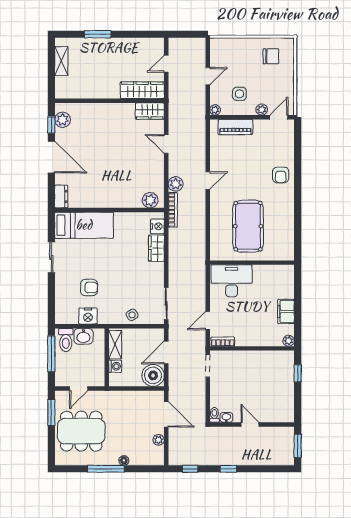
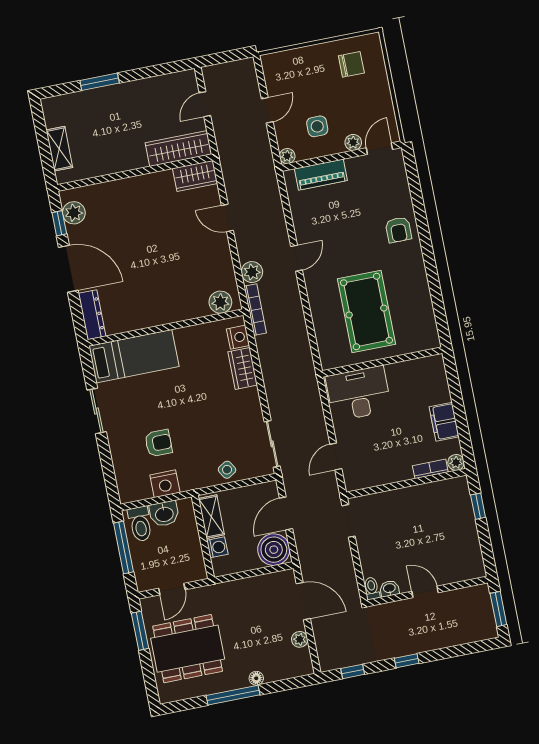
shelving: (61, 61) -> (59, 149), moved
dresser: (61, 196) -> (92, 315), width x1.44
bookcase: (223, 342) -> (430, 469), moved

